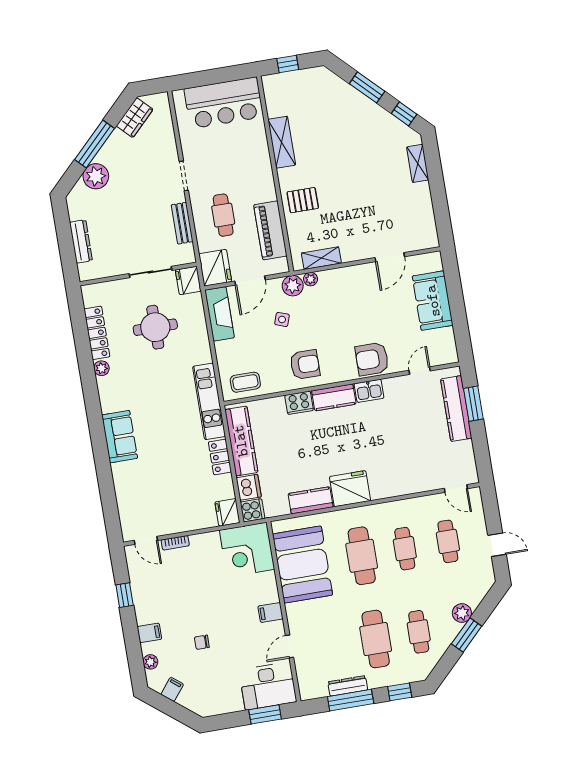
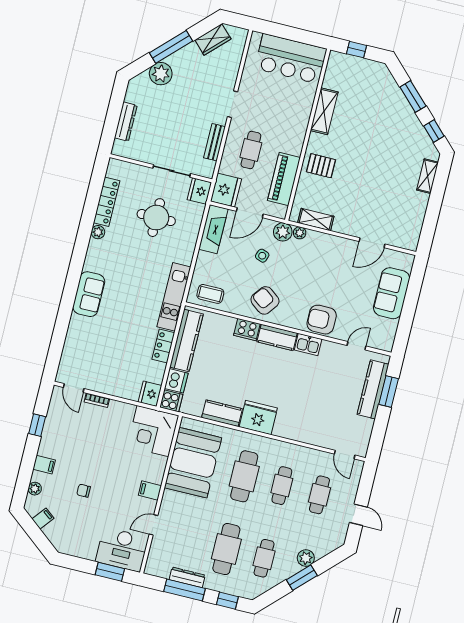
armchair: (305, 364) -> (265, 300), turned -143

